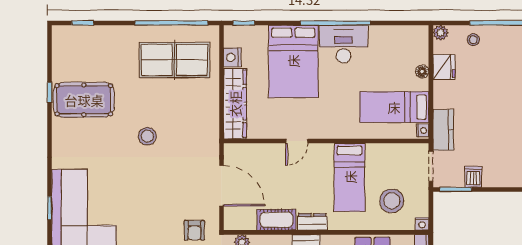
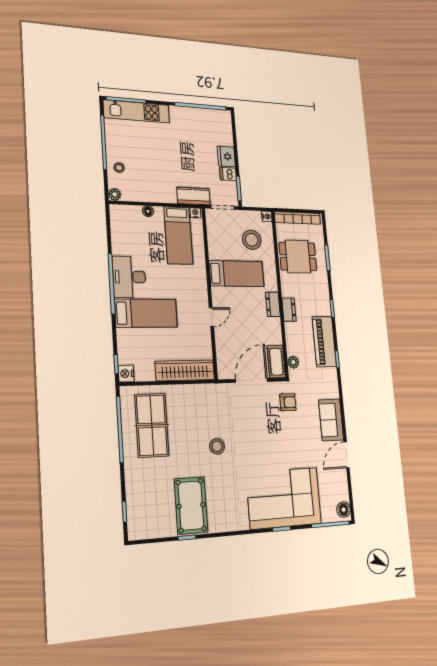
nightstand: (232, 57) -> (126, 374), moved, turned 90
bed: (293, 61) -> (146, 313), width x0.67
fridge: (444, 67) -> (226, 156), moved, turned -90
door: (297, 141) -> (211, 317), hinge flipped
cot: (276, 220) -> (276, 362), moved

